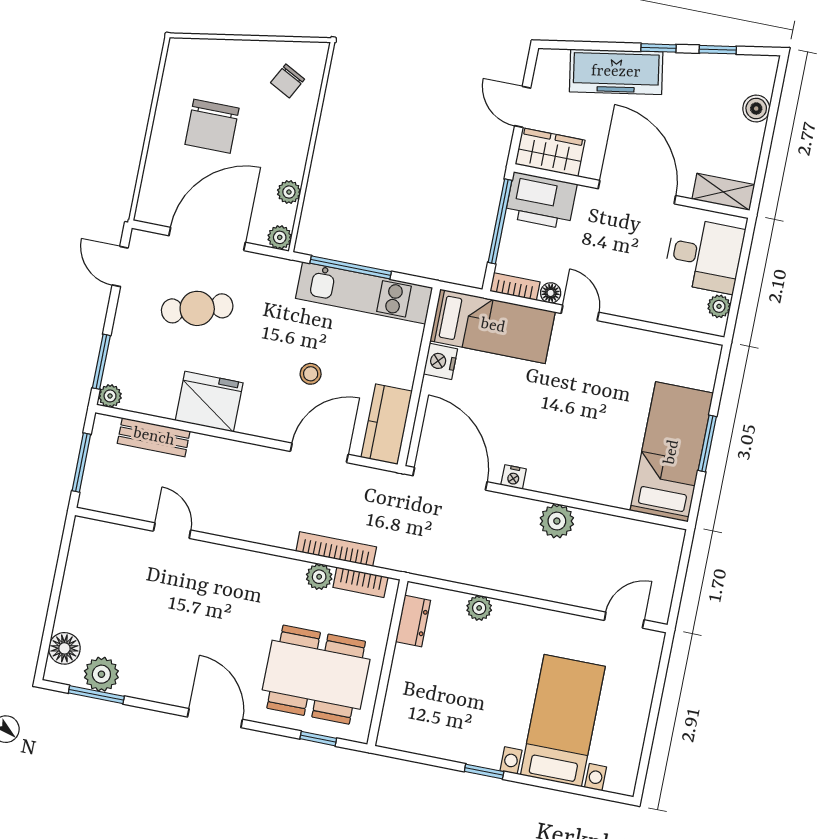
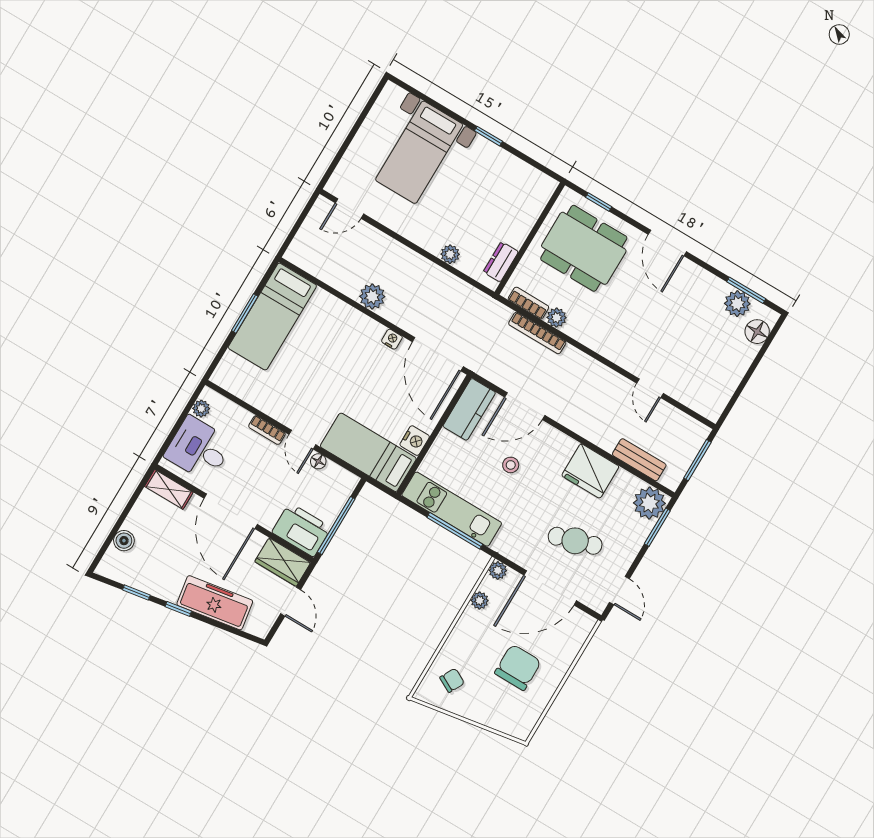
bookcase: (515, 286) -> (267, 430), moved
plant: (110, 396) -> (649, 503), width x1.88, depth x1.88

